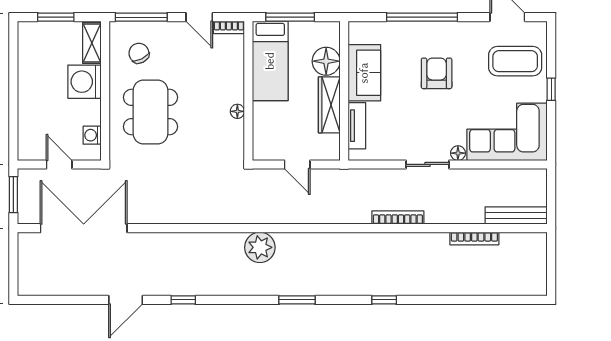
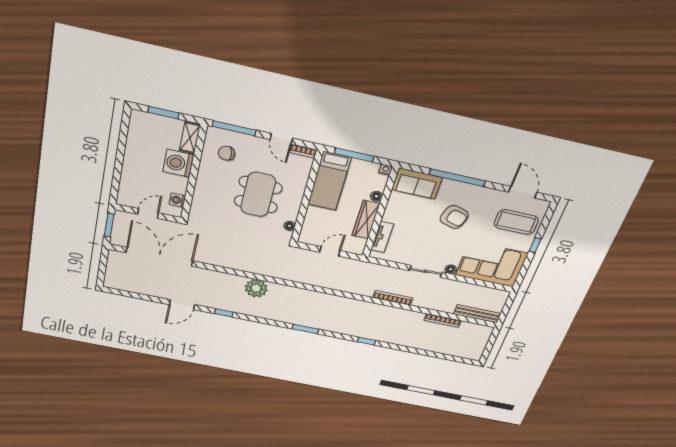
nightstand: (333, 28) -> (385, 170), added
chair: (139, 53) -> (226, 153), turned -70
floor lamp: (326, 61) -> (376, 196), width x0.53, depth x0.53
sofa: (364, 73) -> (417, 184), moved, turned 90
armchair: (437, 73) -> (454, 217), turned 107
floor lamp: (237, 111) -> (289, 226), moved
dining table: (150, 112) -> (258, 195), moved
door: (59, 164) -> (148, 214), hinge flipped
door: (297, 164) -> (330, 251), swing flipped
plant: (260, 247) -> (256, 288), moved

